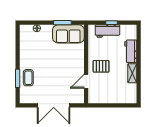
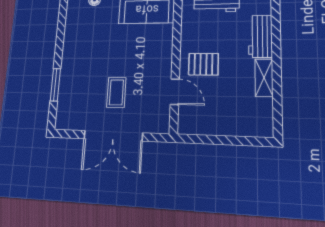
coffee table: (28, 78) -> (116, 92), moved
door: (86, 81) -> (175, 92), swing flipped

